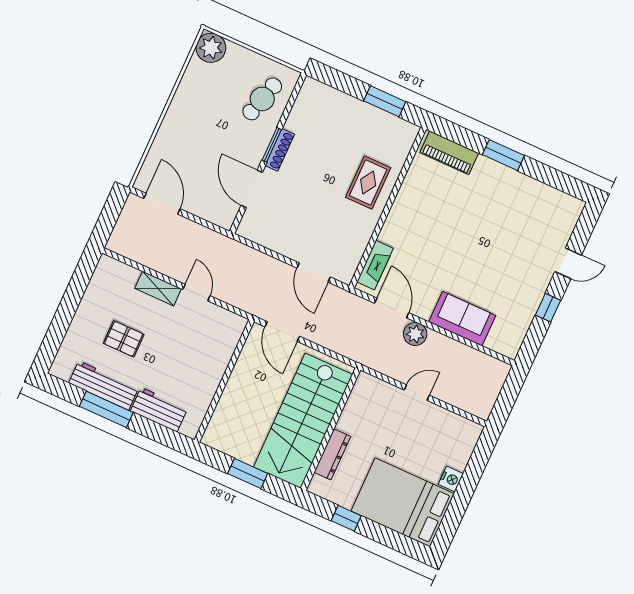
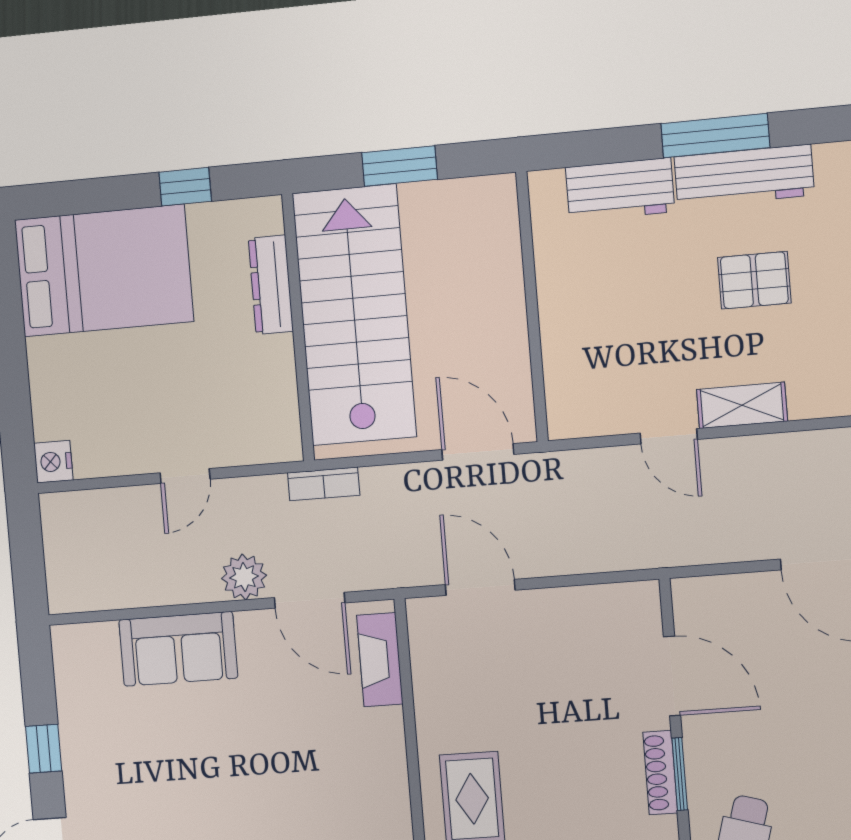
bookcase: (357, 355) -> (324, 484), added
nightstand: (451, 479) -> (53, 462), moved

